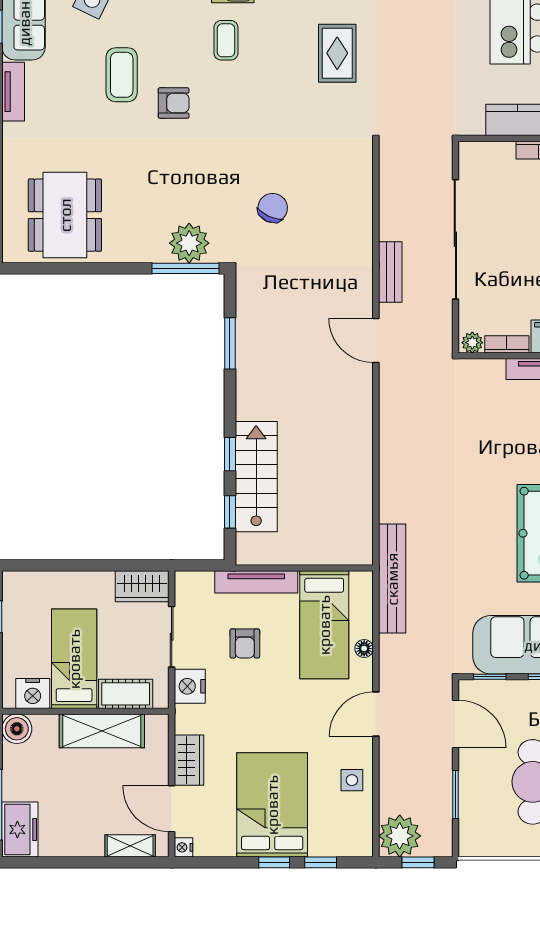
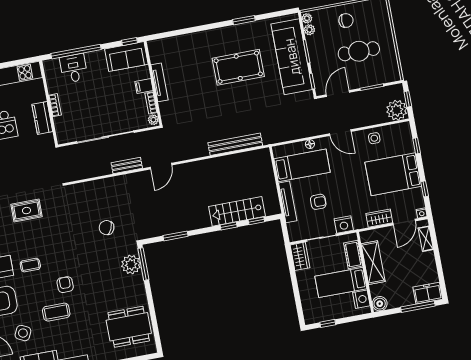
bench: (392, 579) -> (235, 144), moved
window: (274, 862) -> (425, 189), moved

